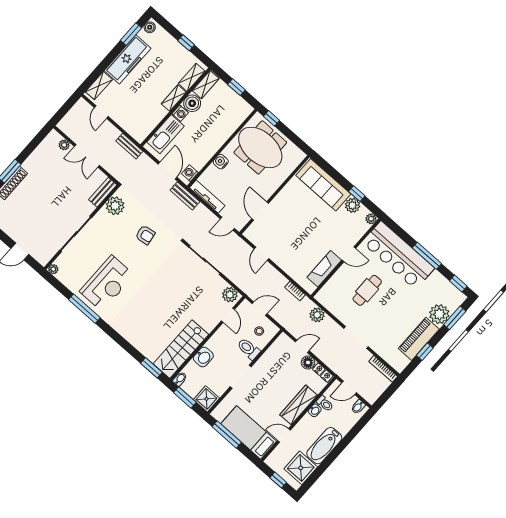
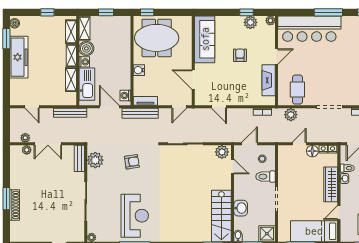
shelving: (99, 86) -> (71, 80), moved
plant: (72, 133) -> (25, 138), added
bench: (129, 146) -> (70, 113), width x1.36
sofa: (323, 185) -> (205, 39), moved, turned -90
bench: (185, 196) -> (140, 113), width x1.36
tv unit: (207, 197) -> (145, 101), width x0.71
armchair: (319, 226) -> (240, 55), added
cafe table: (367, 290) -> (297, 90), moved

